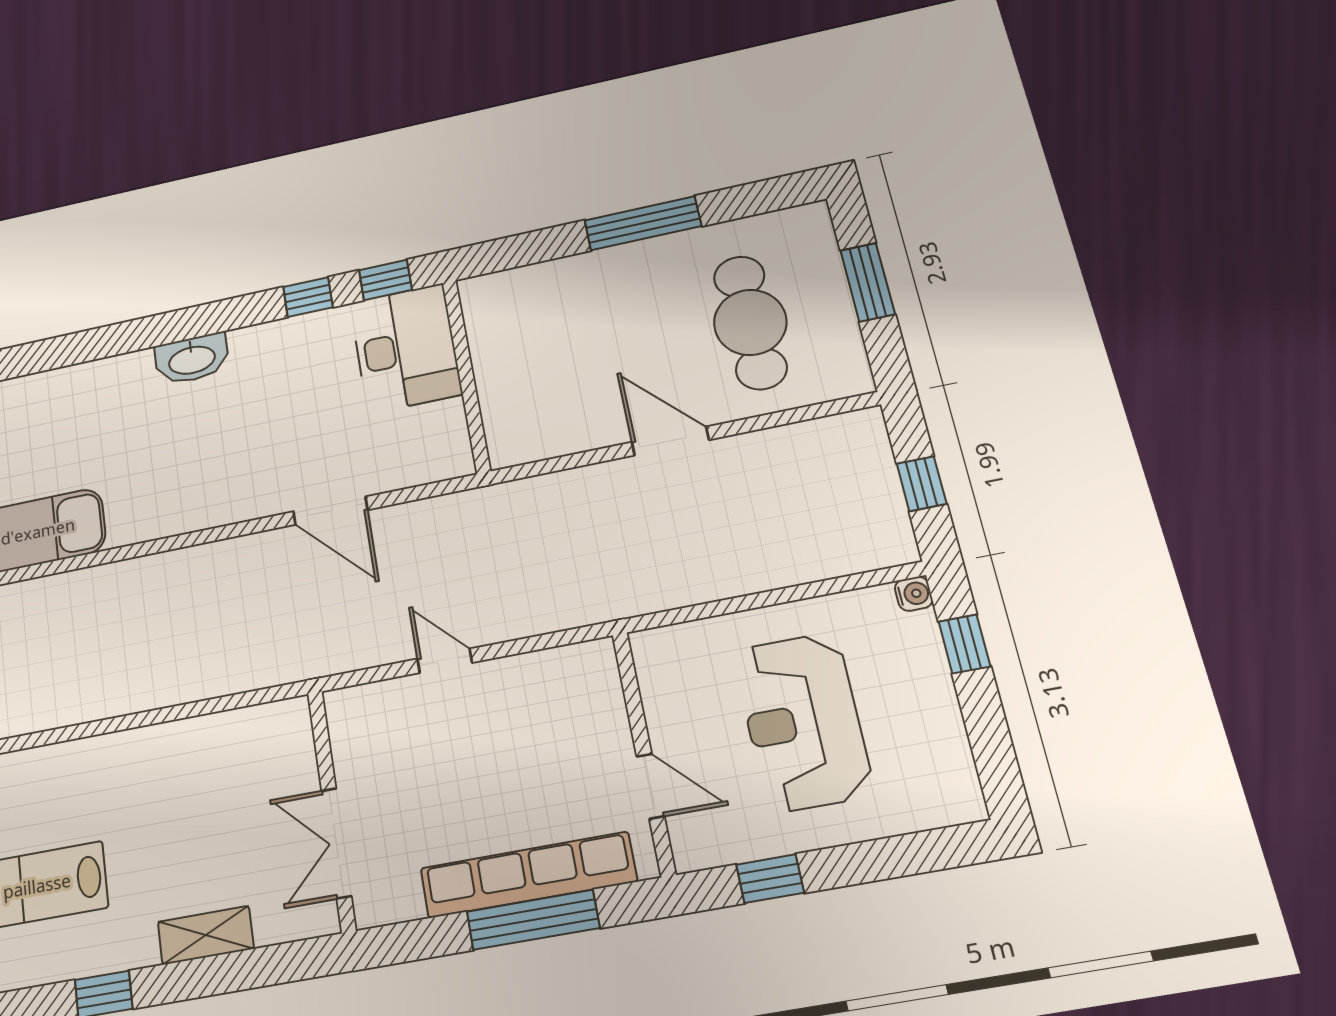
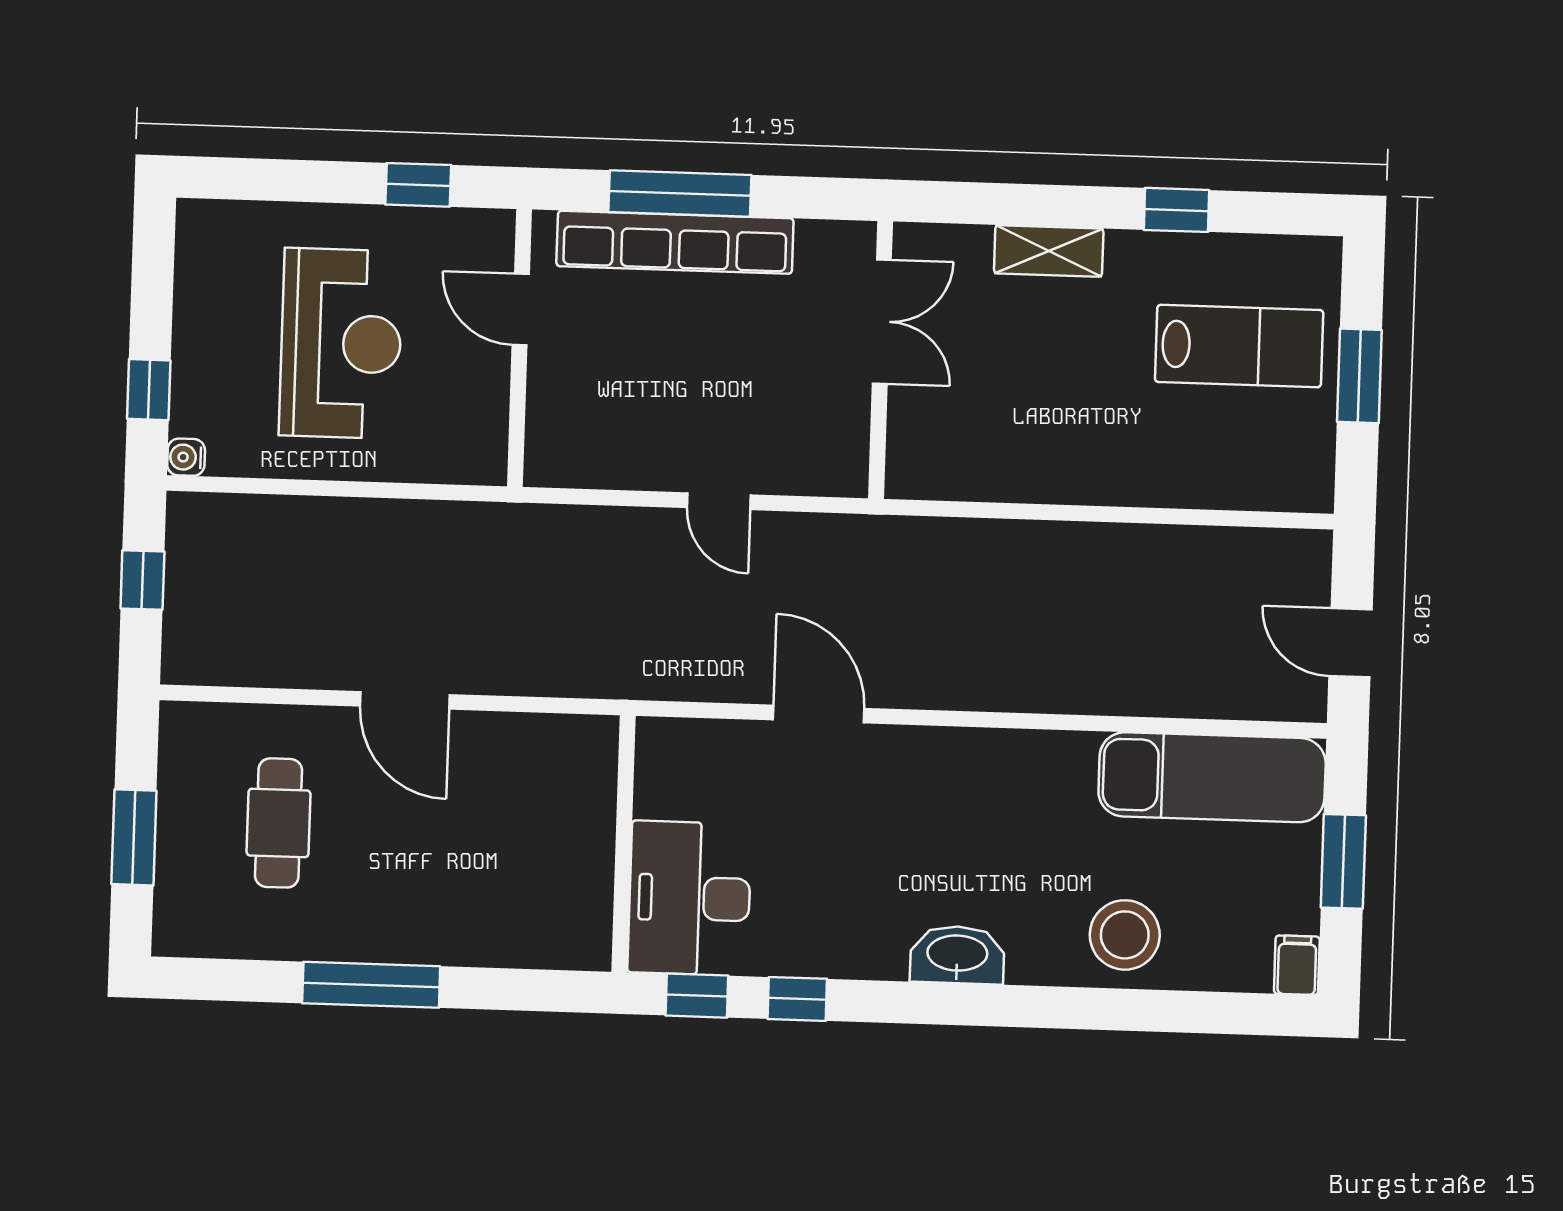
cafe table: (750, 322) -> (279, 823), width x0.73, depth x0.74
stool: (68, 405) -> (1125, 935), added

